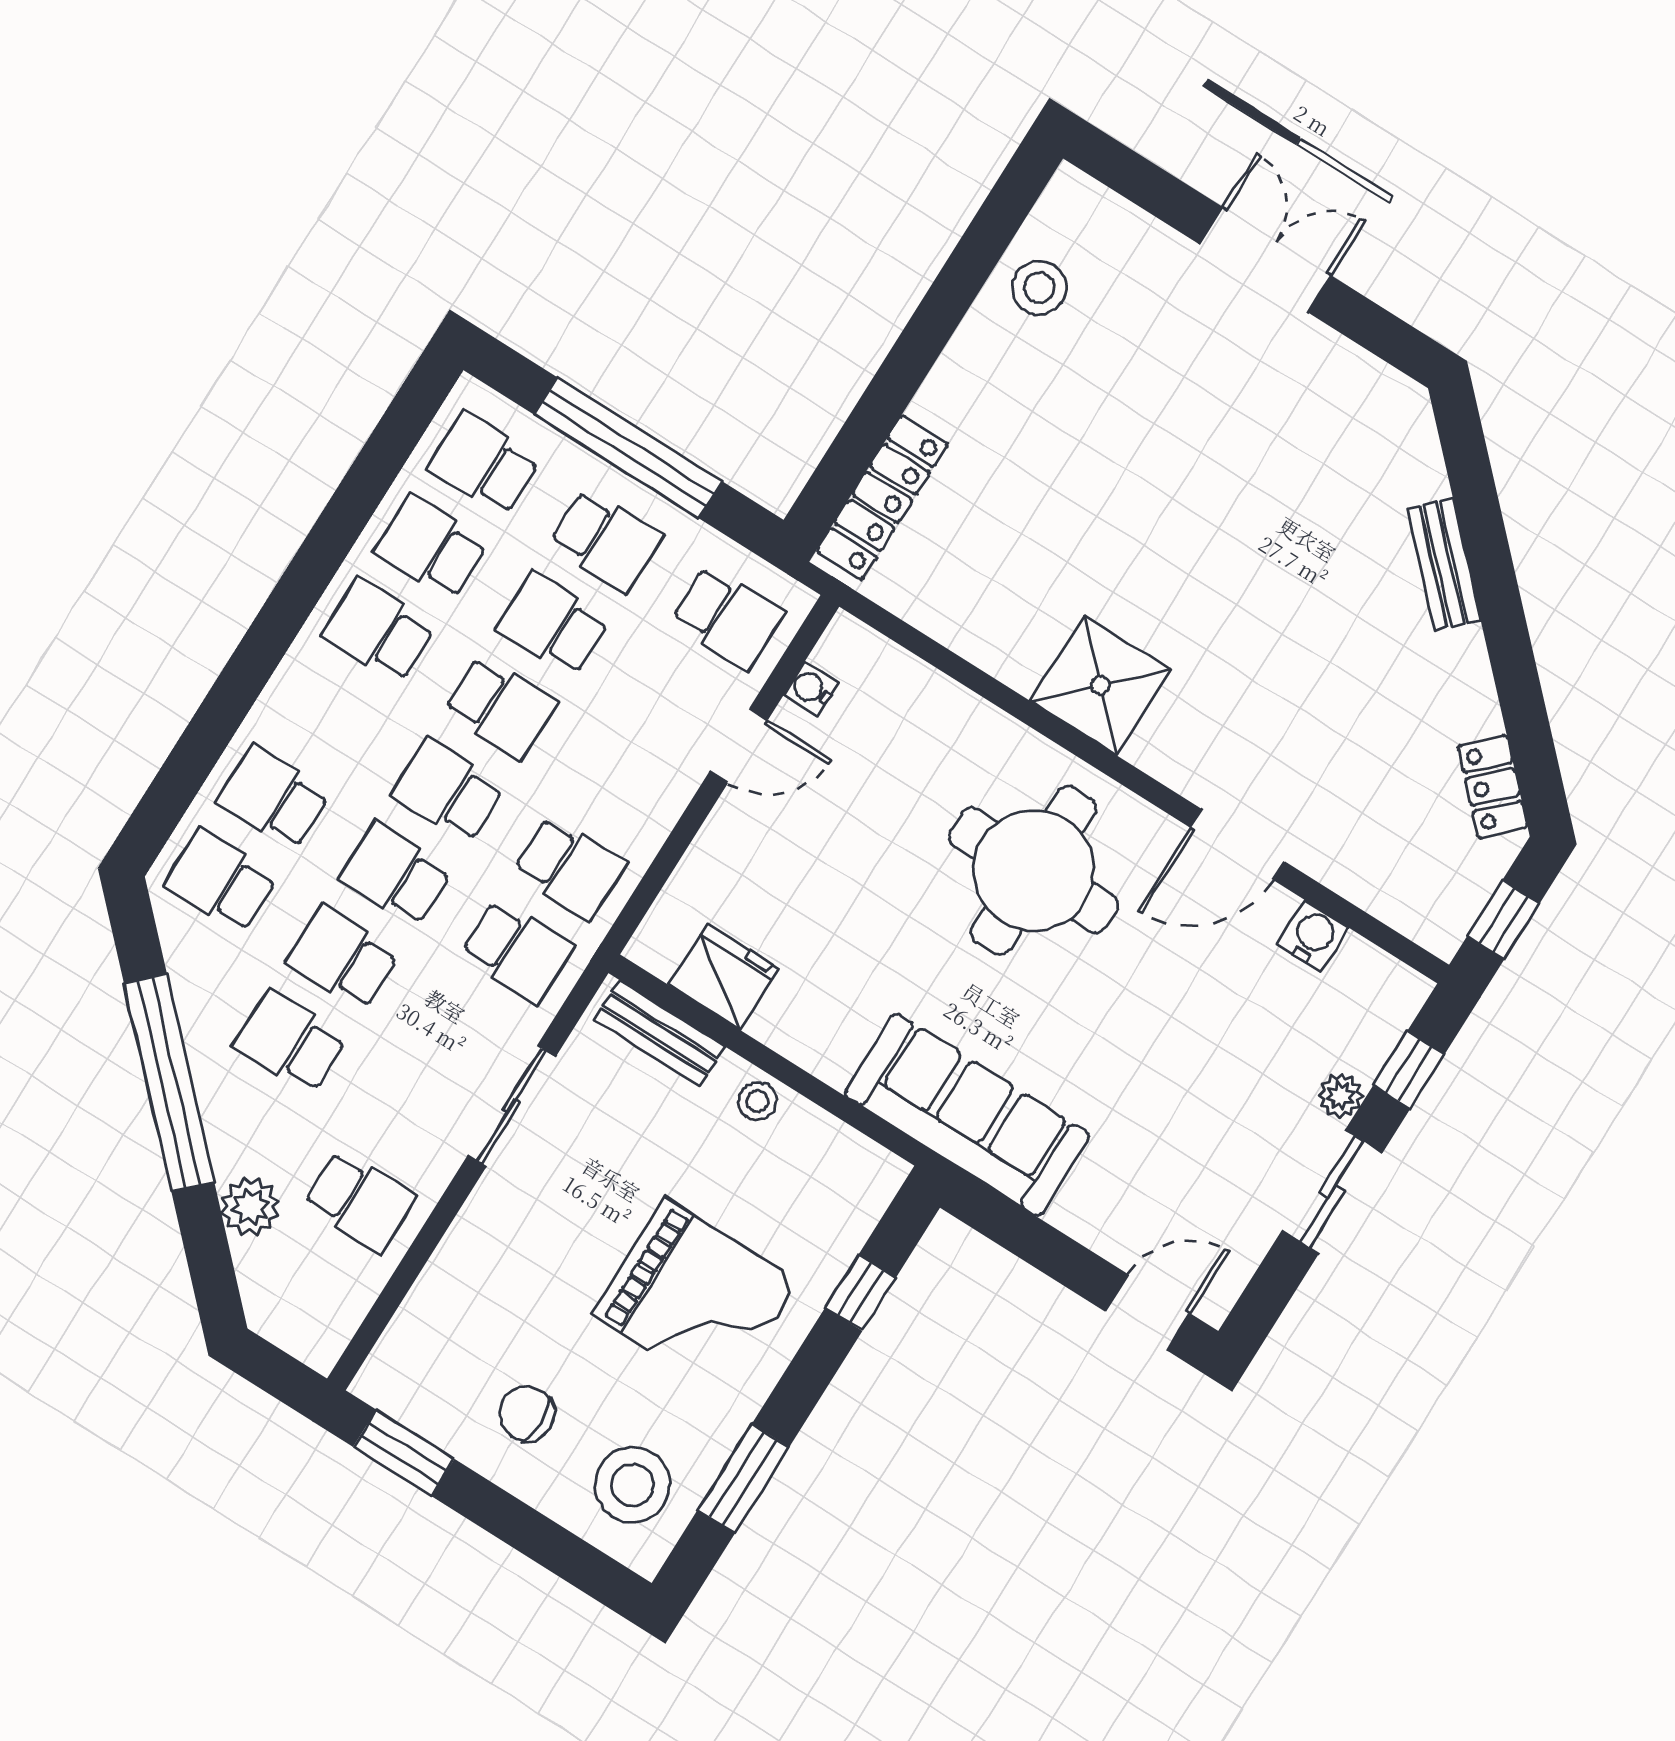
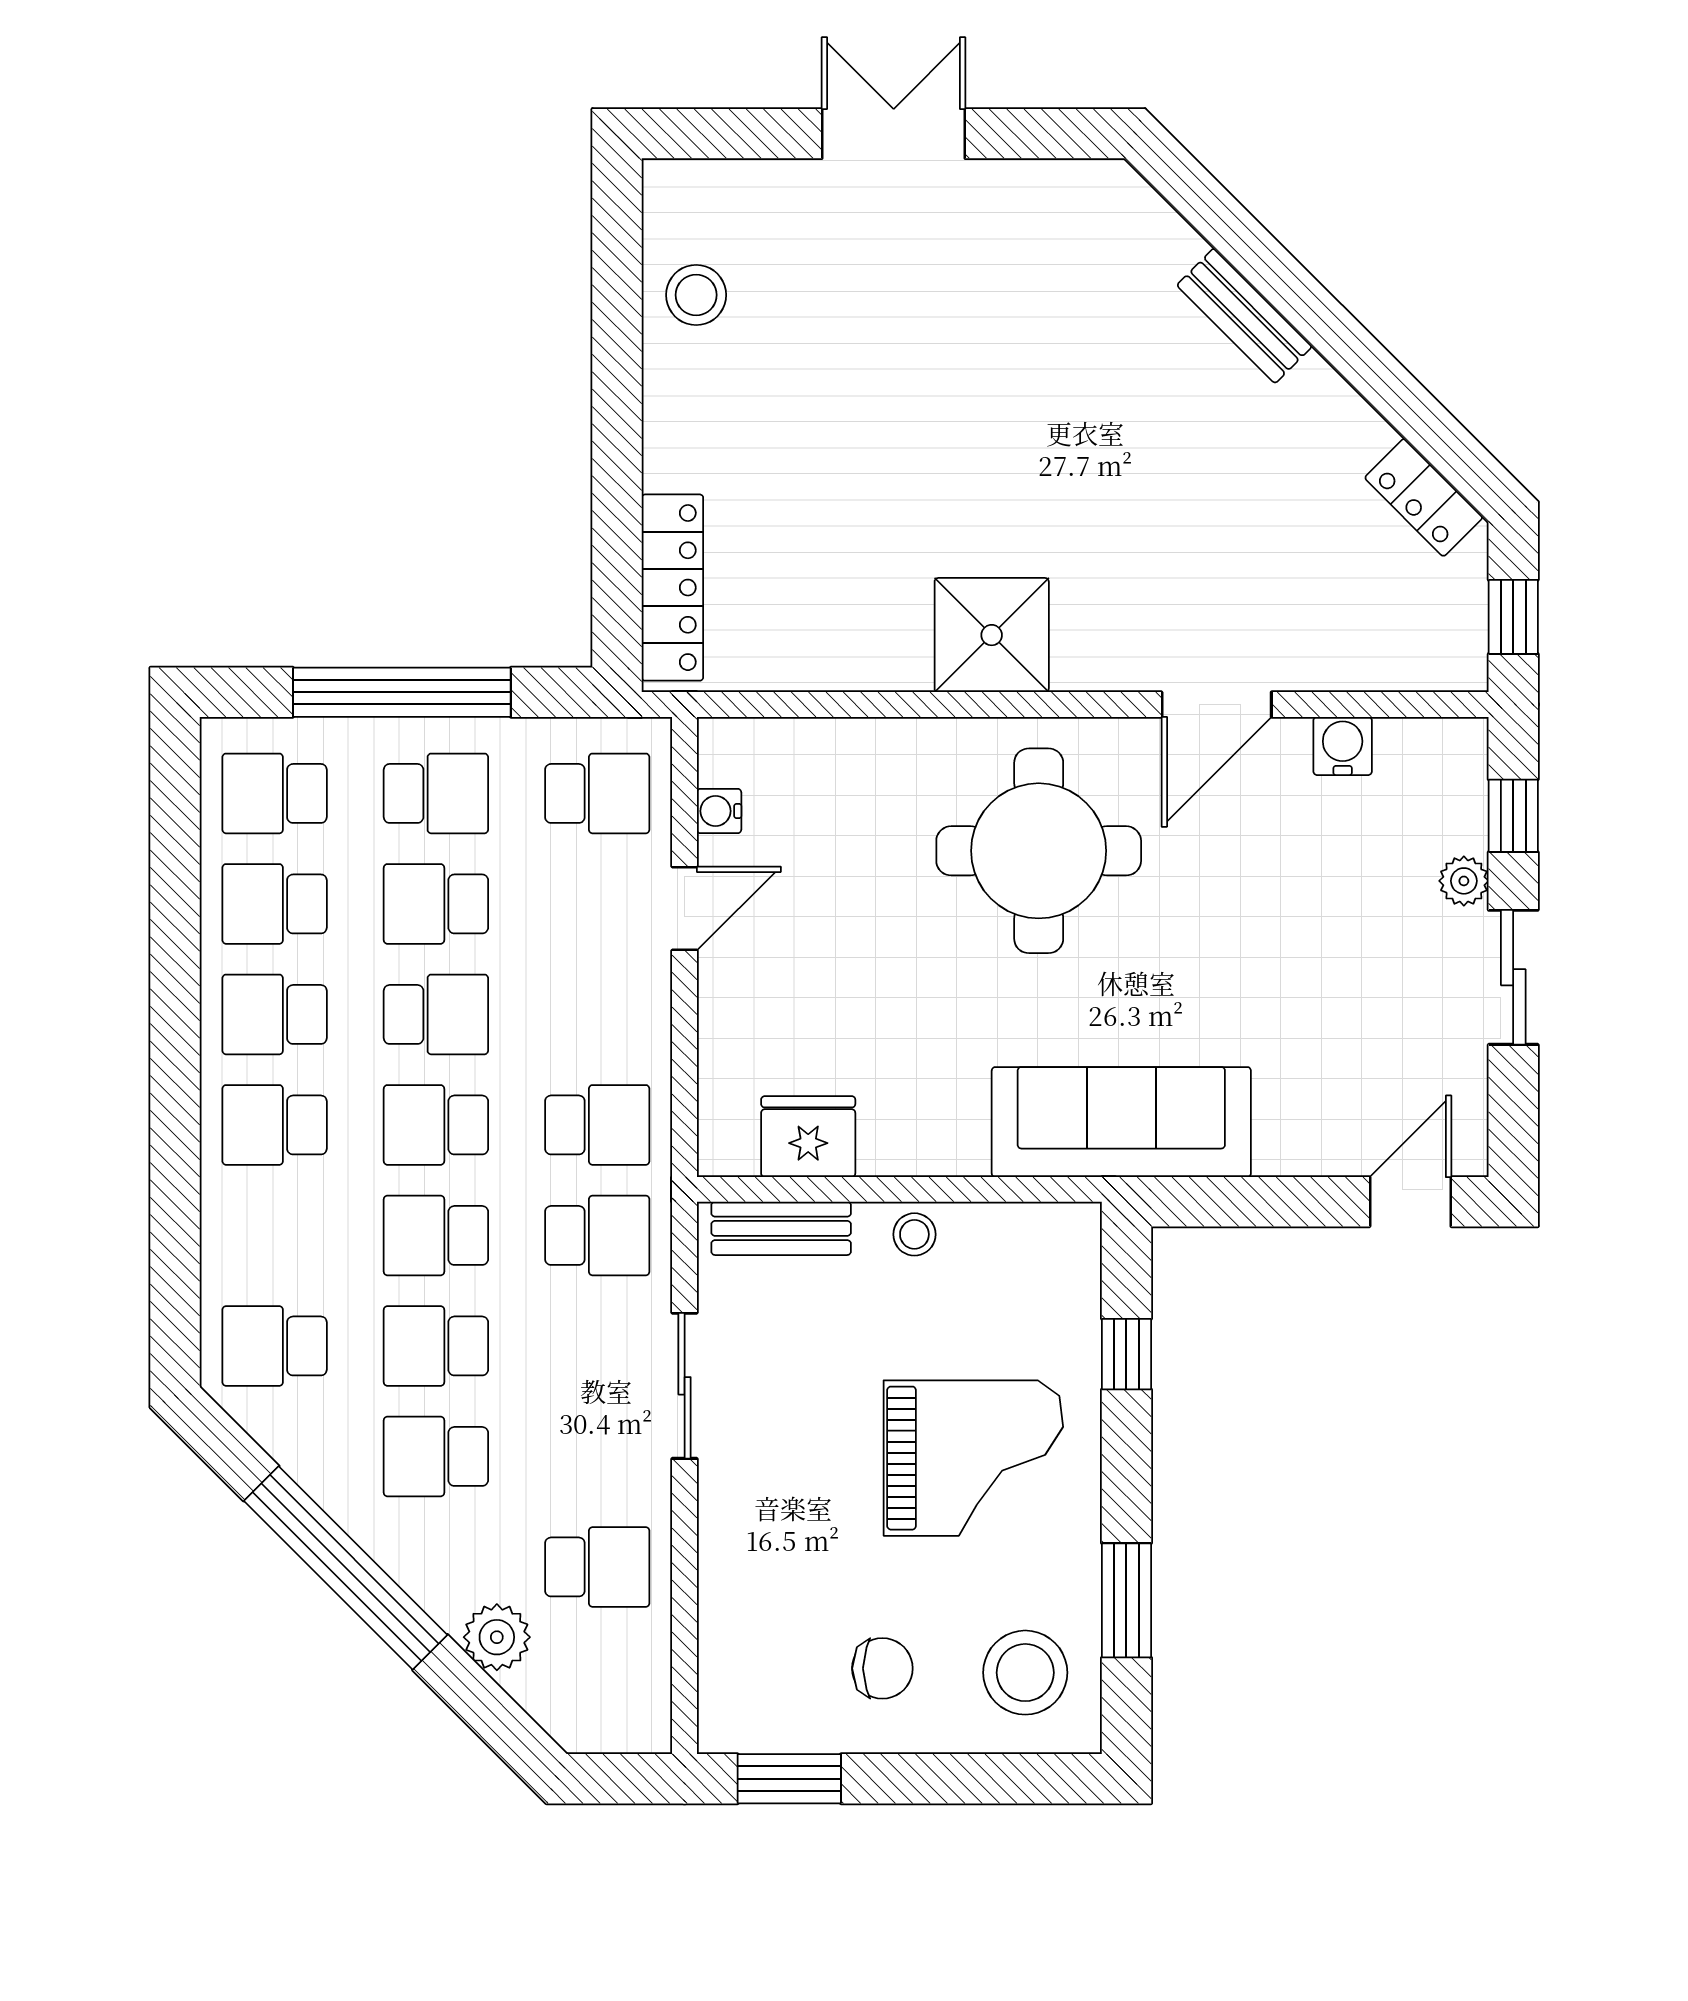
school desk: (273, 798) -> (275, 1125), moved
chair: (527, 1414) -> (882, 1668), turned 180

